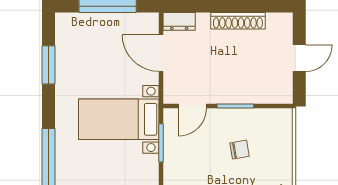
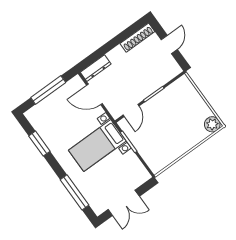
dresser: (179, 21) -> (96, 68), width x1.44
shoe rack: (238, 21) -> (137, 38), moved
chair: (240, 150) -> (173, 116), removed

